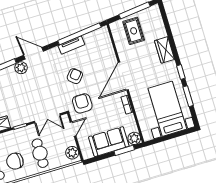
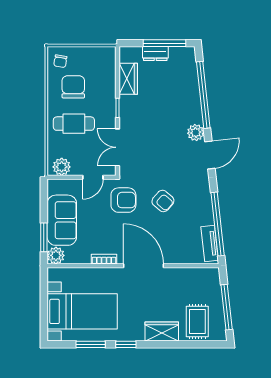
rug: (134, 31) -> (197, 321), moved, turned 90
tv unit: (71, 45) -> (210, 244), moved
door: (73, 129) -> (93, 177), hinge flipped

